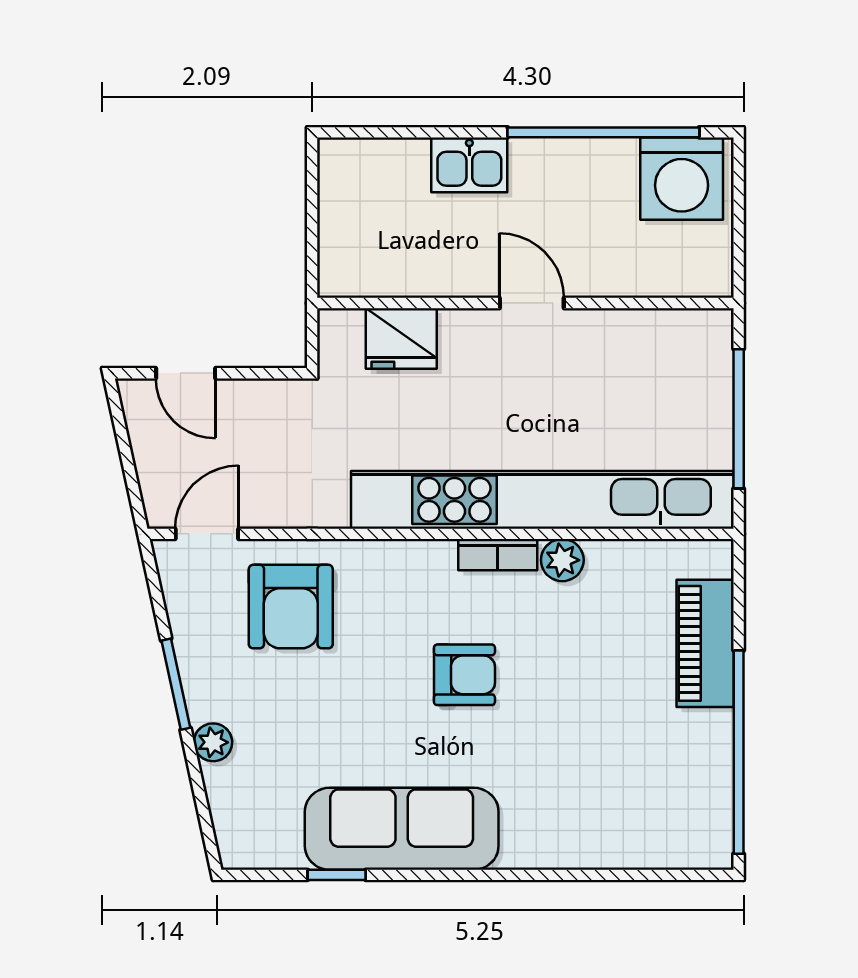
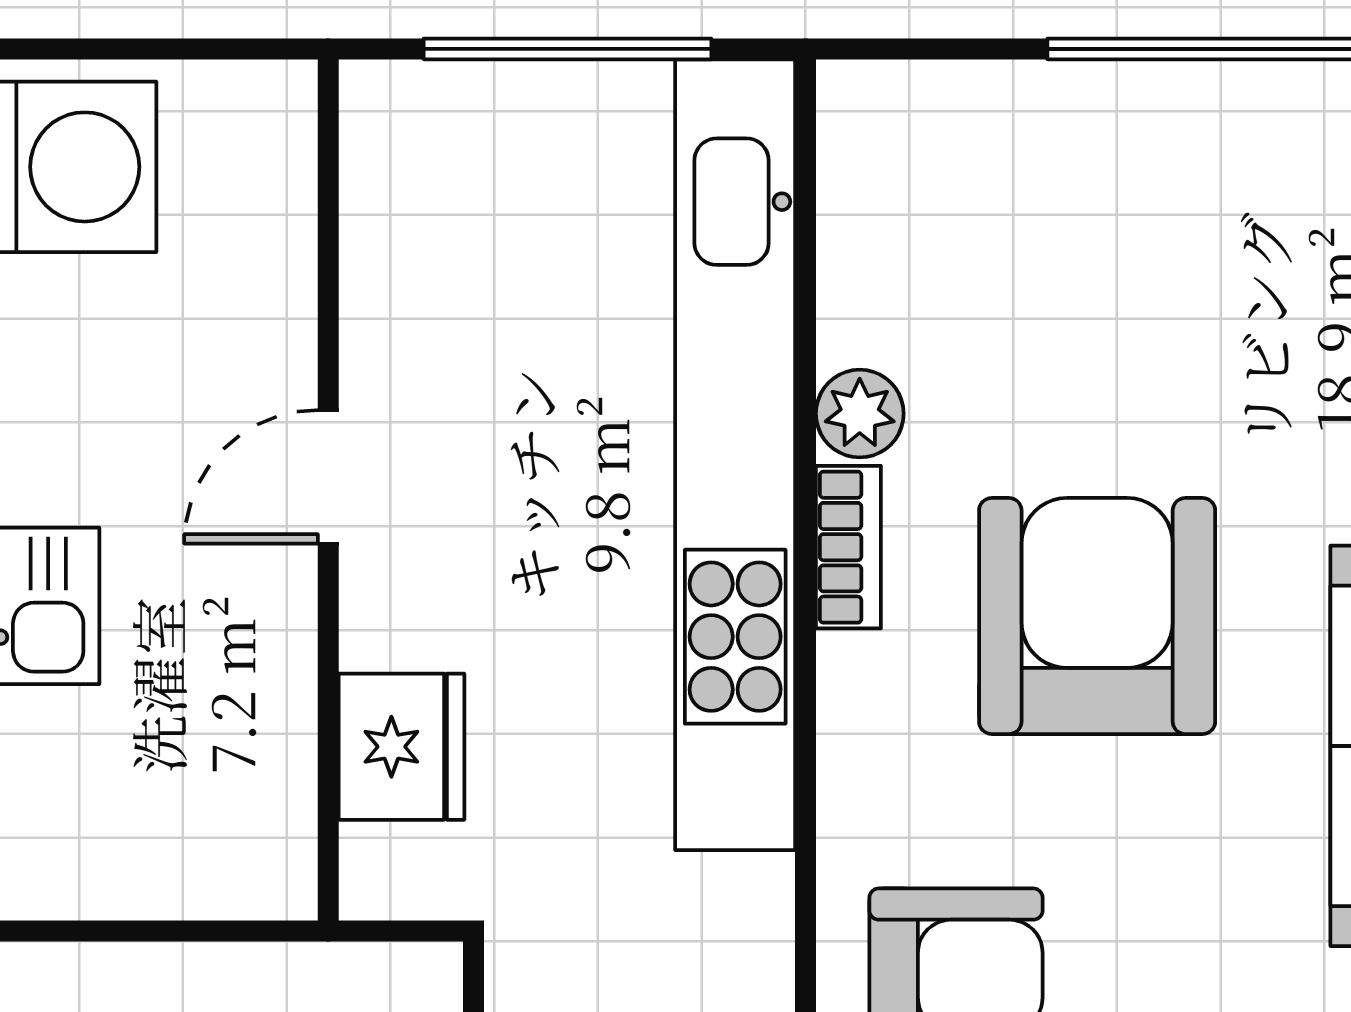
piano: (705, 643) -> (1032, 118), removed
armchair: (464, 675) -> (1097, 616), width x1.88, depth x1.88

